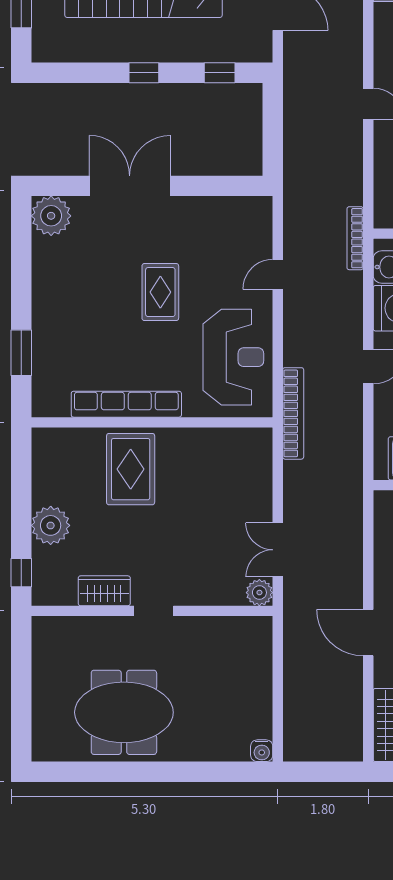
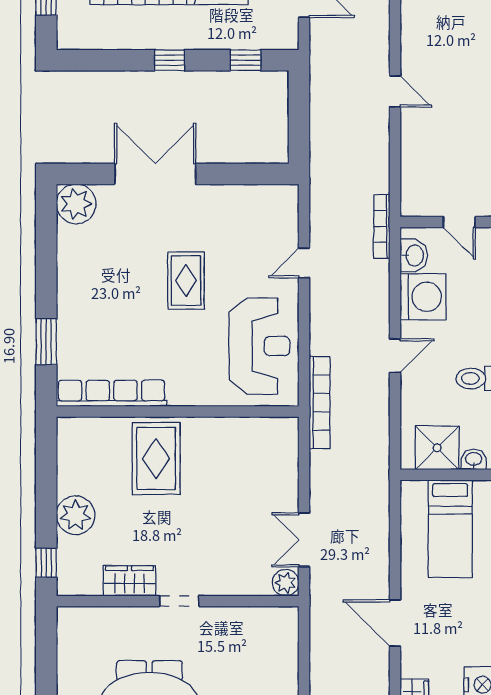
row of seats: (126, 404) -> (112, 393), moved

